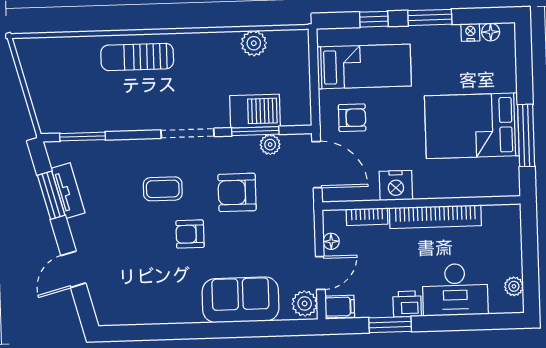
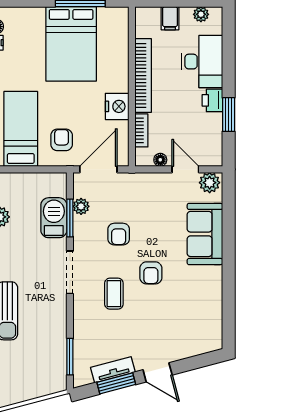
armchair: (237, 192) -> (119, 234), width x0.72, depth x0.72
door: (73, 269) -> (158, 372), moved
filing cabinet: (340, 307) -> (170, 18), moved, turned 180

